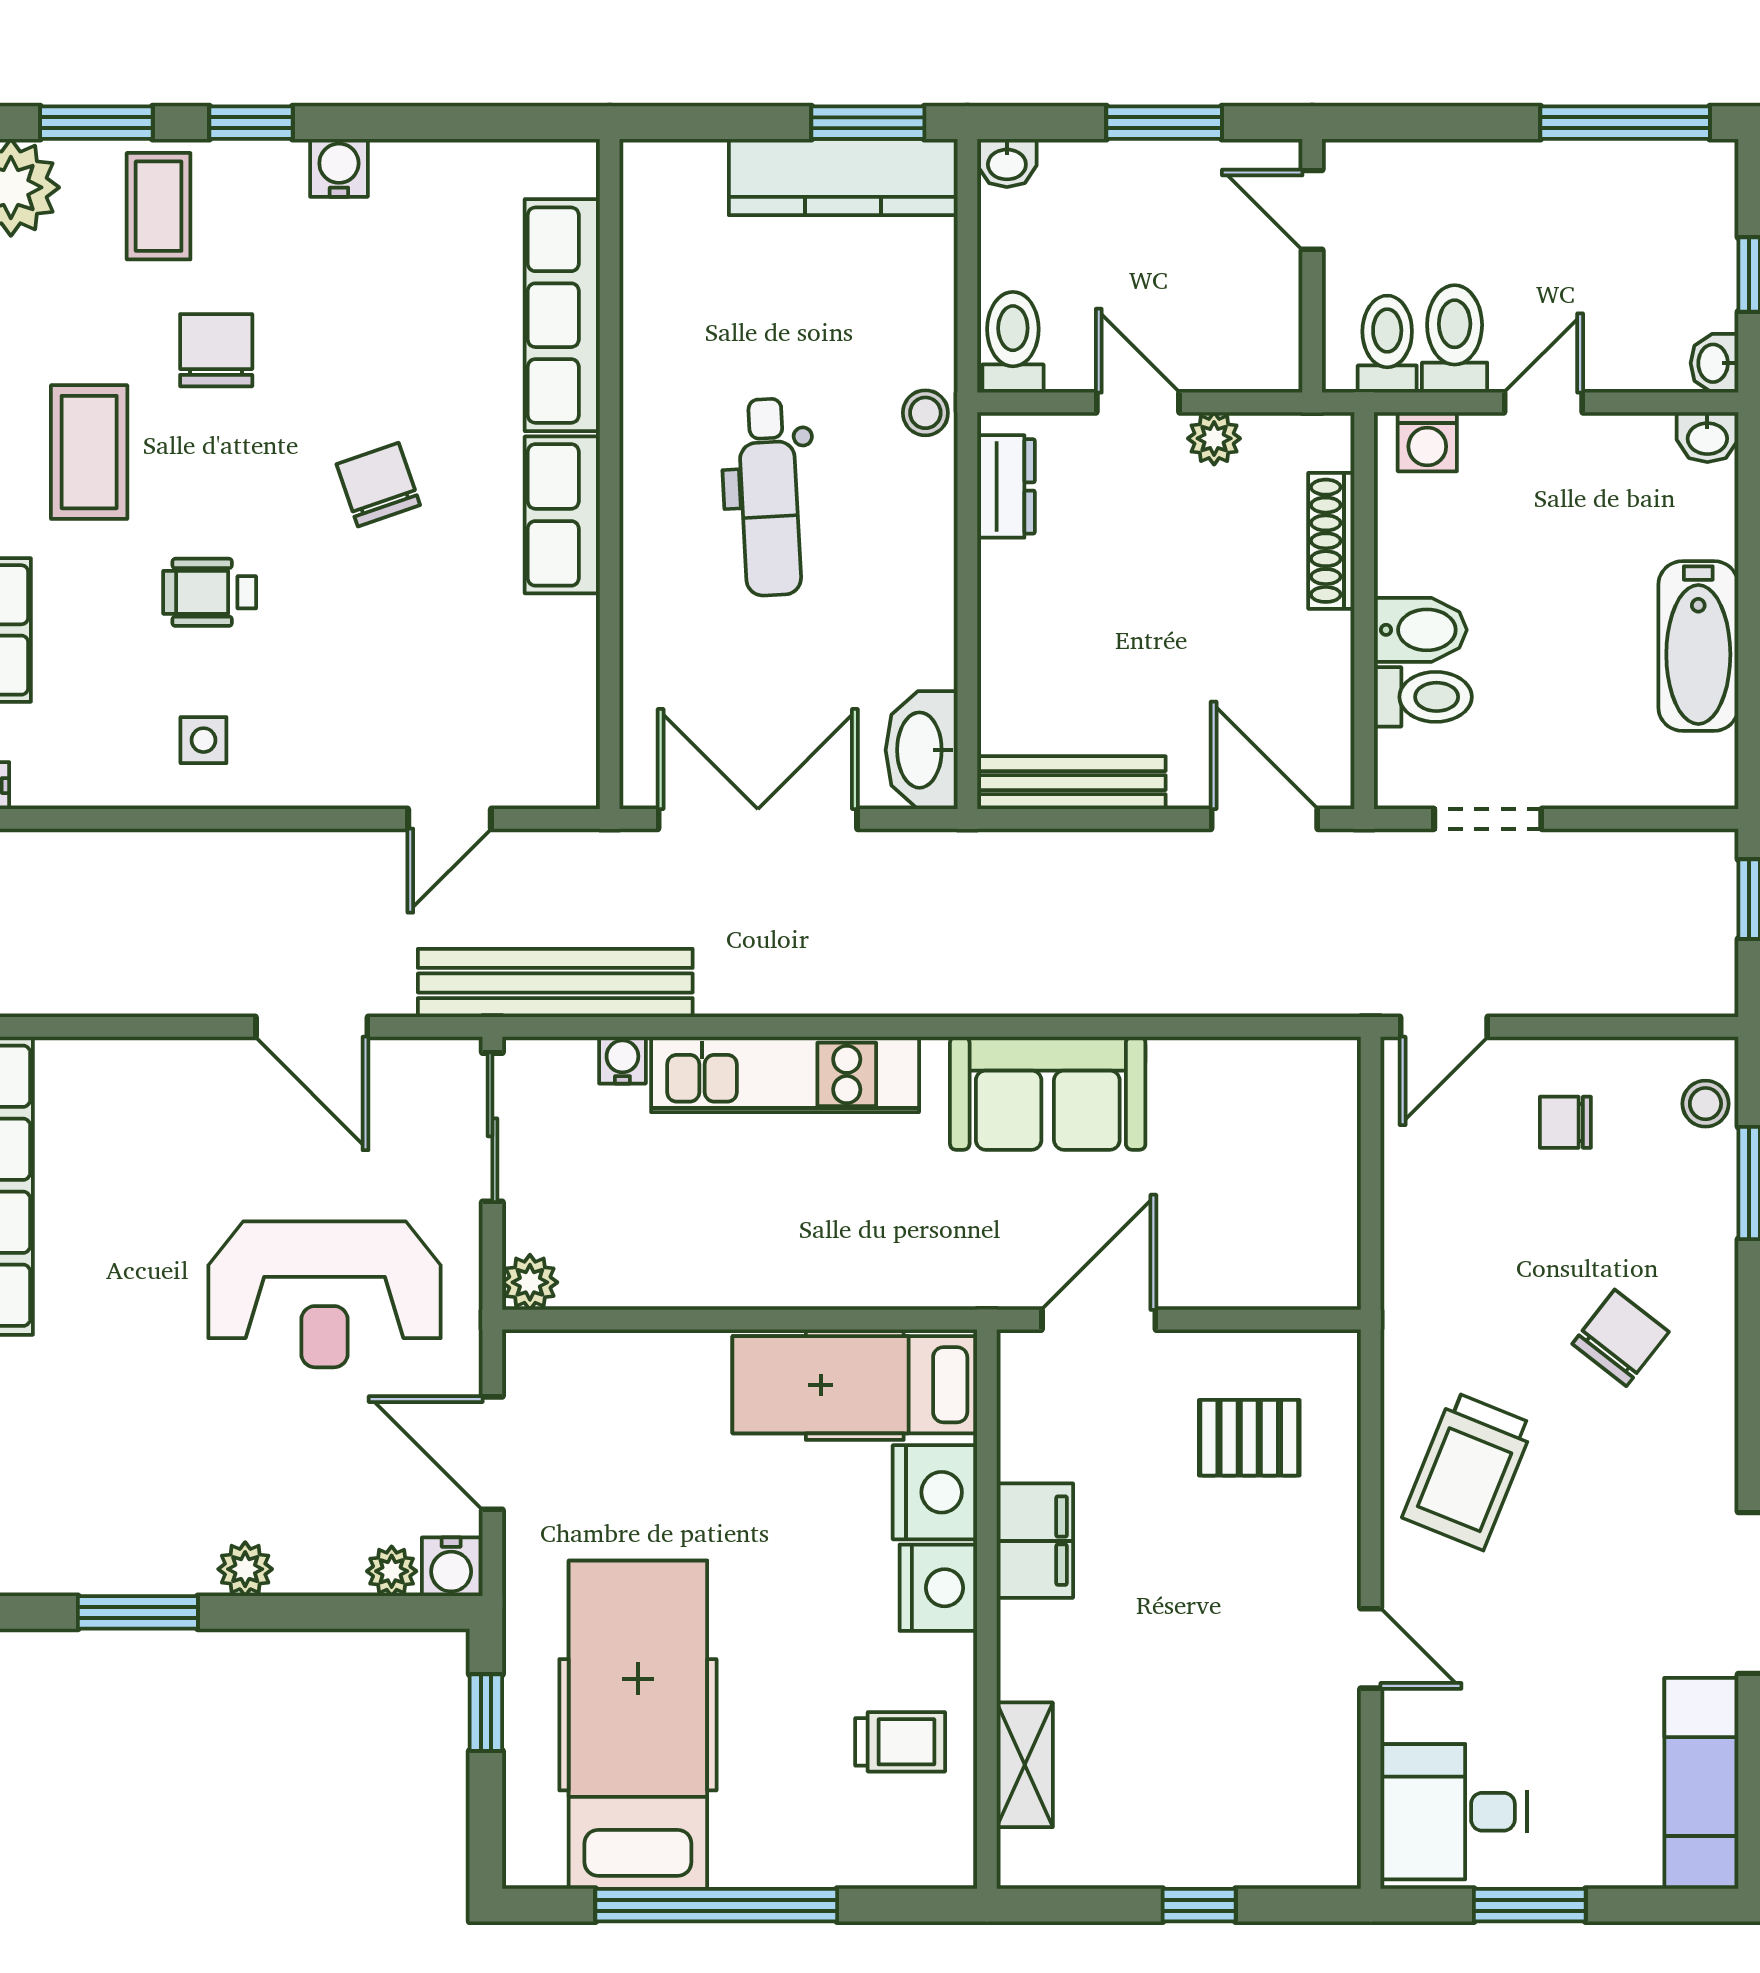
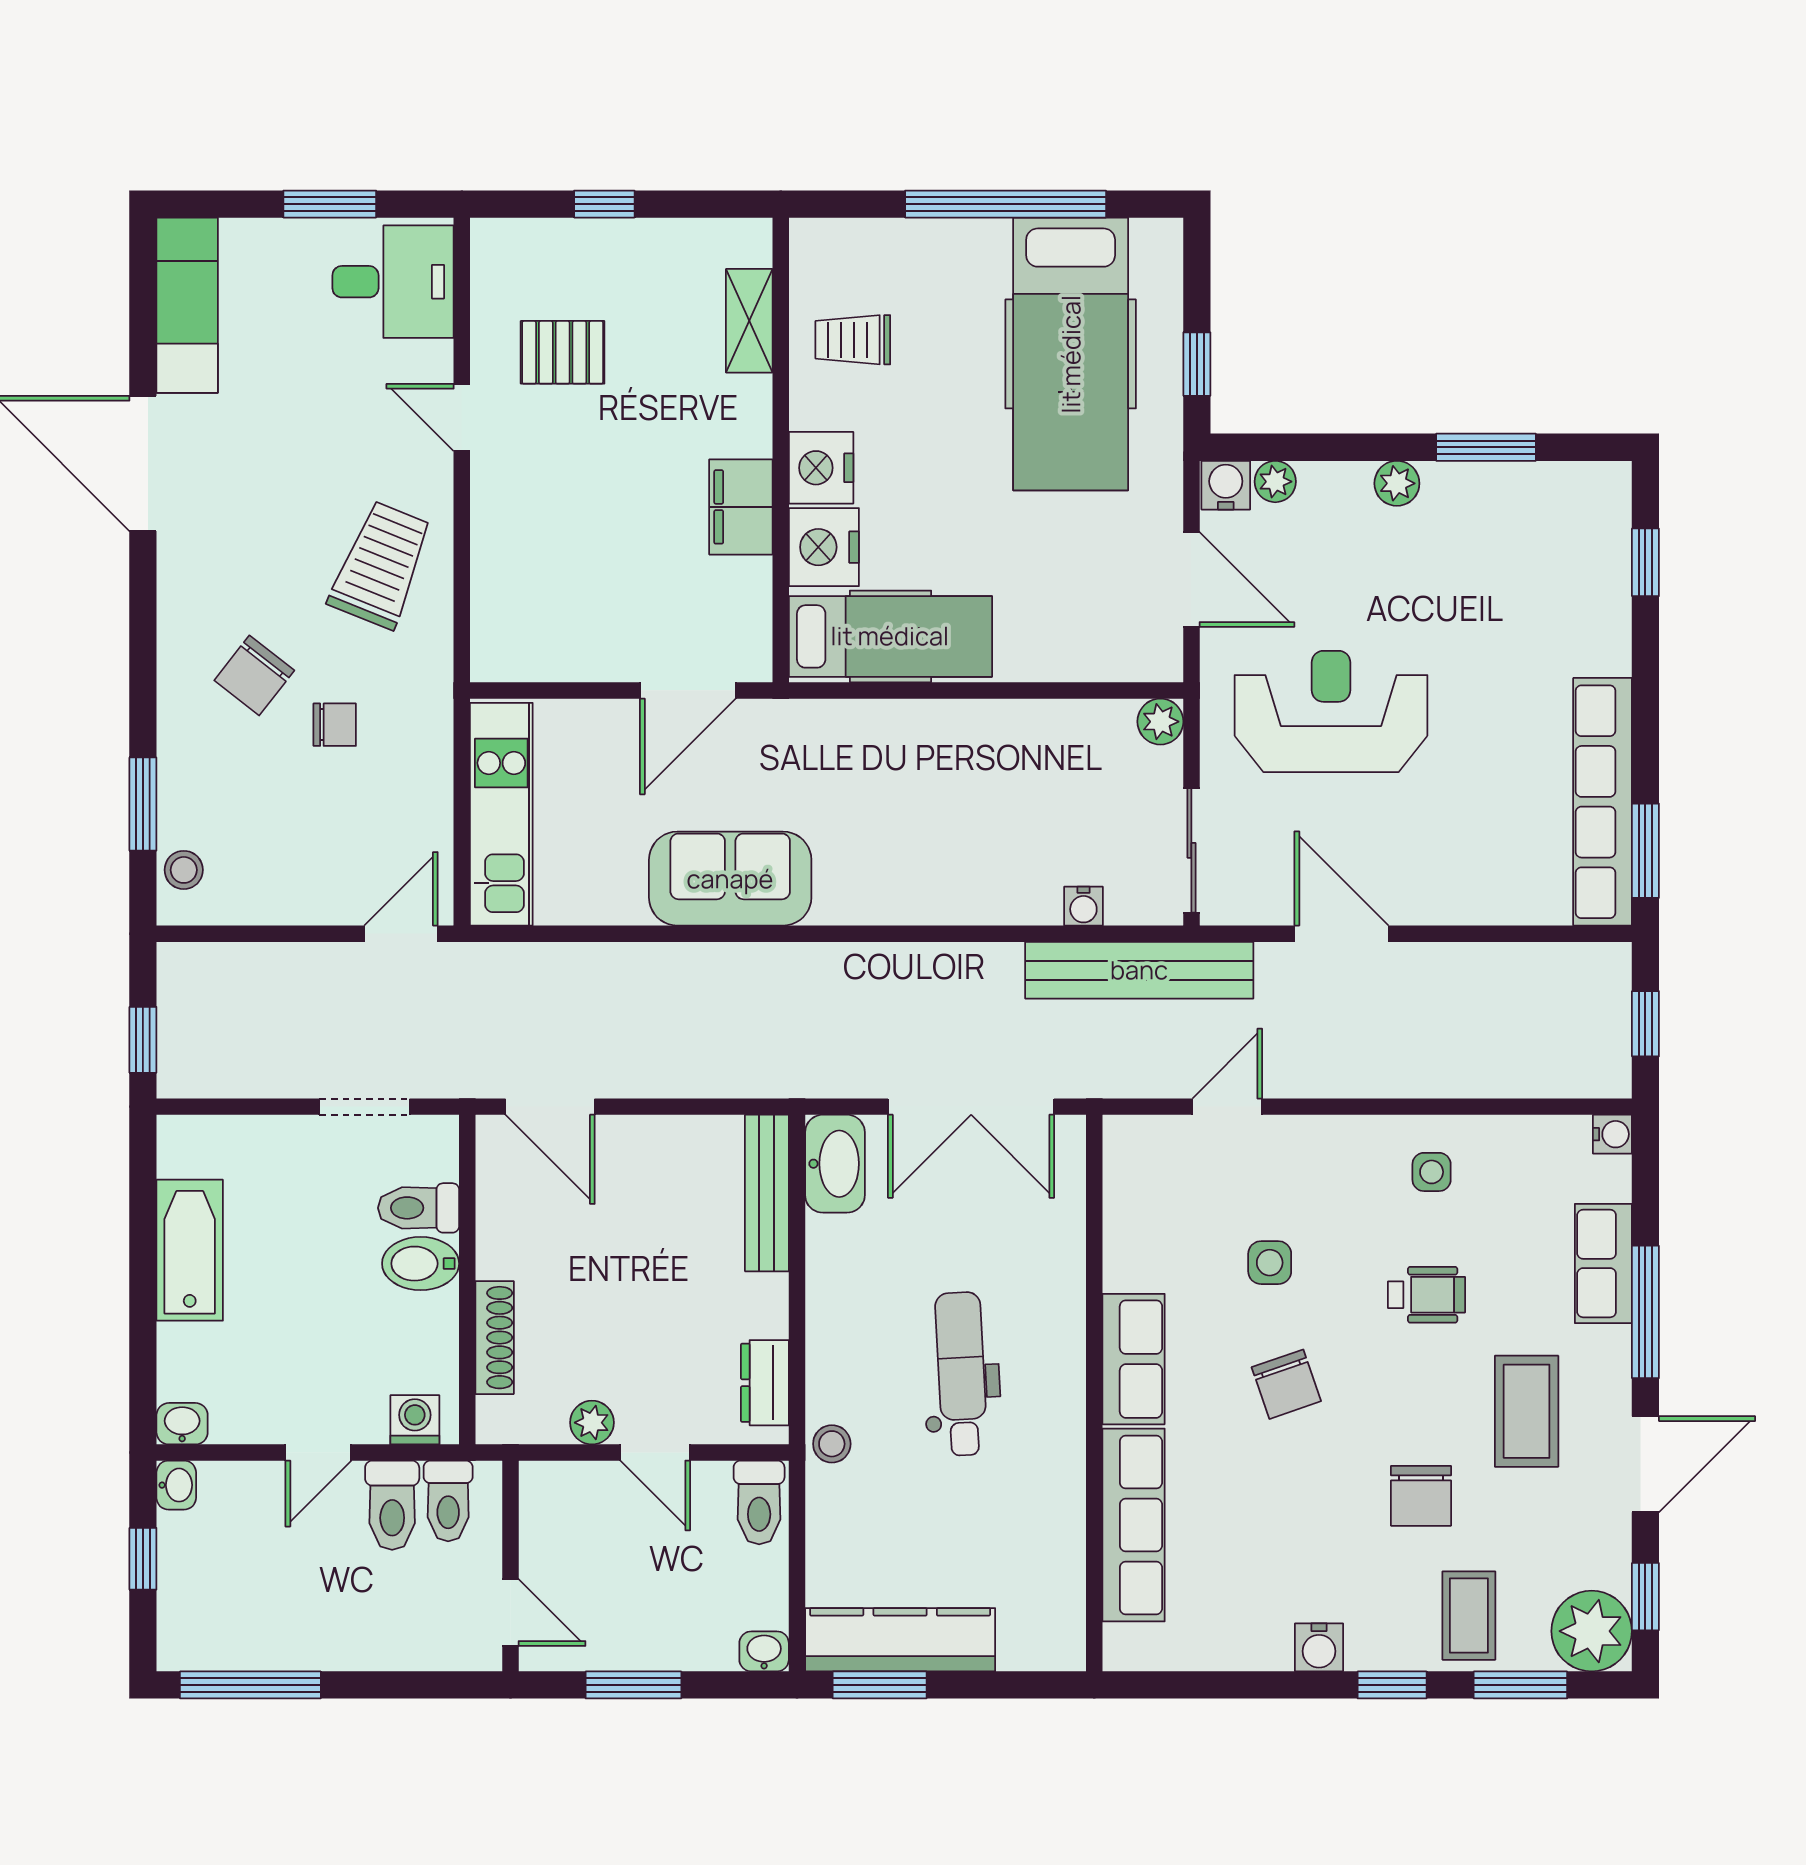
side table: (398, 631) -> (1270, 1263), added
bench: (1071, 783) -> (767, 1193), moved, turned 90
kitchen unit: (785, 1074) -> (501, 814), moved, turned 90
chair: (1565, 1122) -> (335, 725), moved
pallet: (1249, 1438) -> (563, 352), moved

